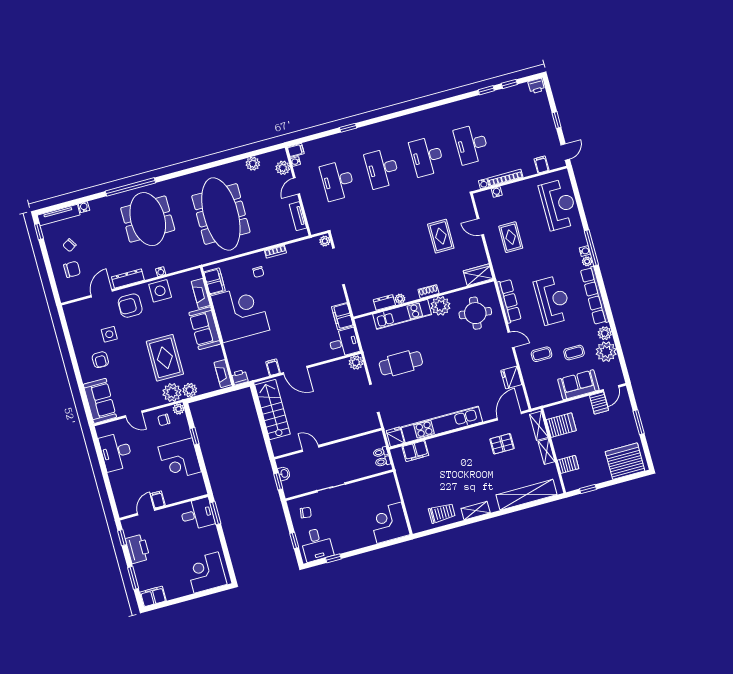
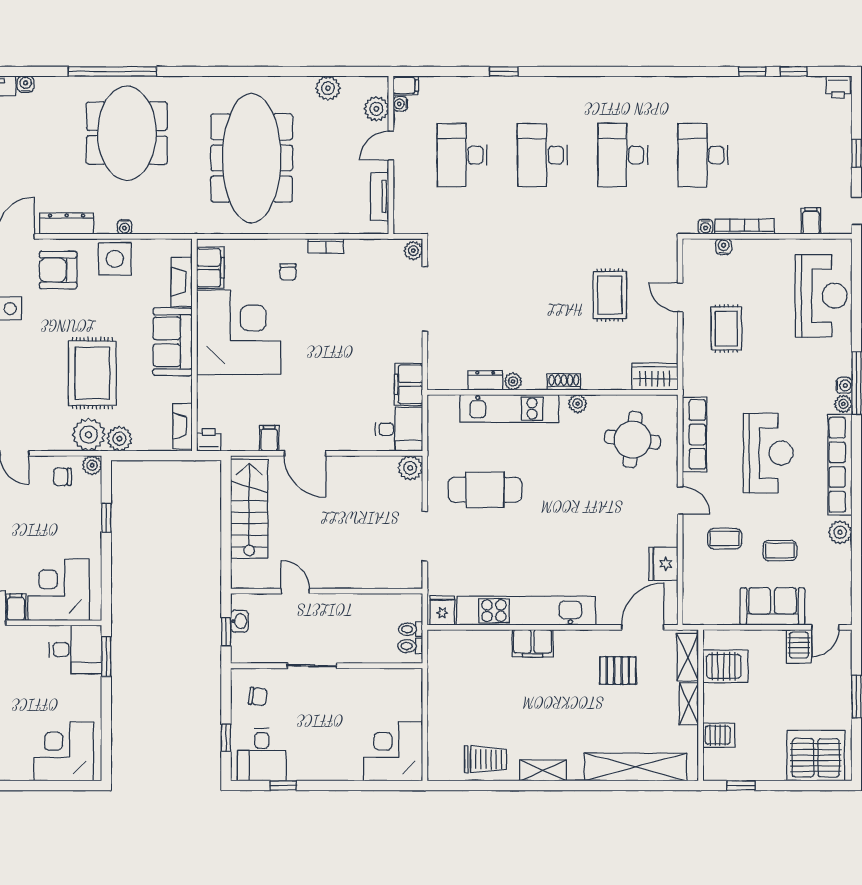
plant: (441, 306) -> (578, 404), width x0.53, depth x0.53
plant: (606, 352) -> (834, 564), removed
filing cabinet: (415, 451) -> (533, 643), moved
corner desk: (180, 459) -> (59, 590), moved, turned 90

